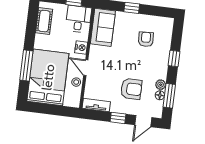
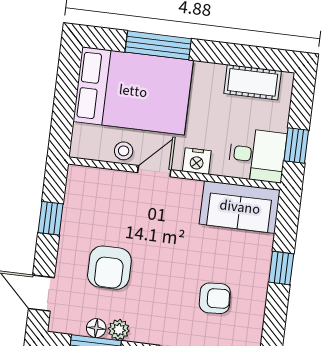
tv unit: (96, 105) -> (75, 193), removed
window: (118, 118) -> (51, 218), moved

